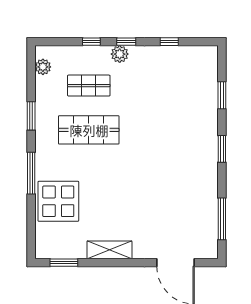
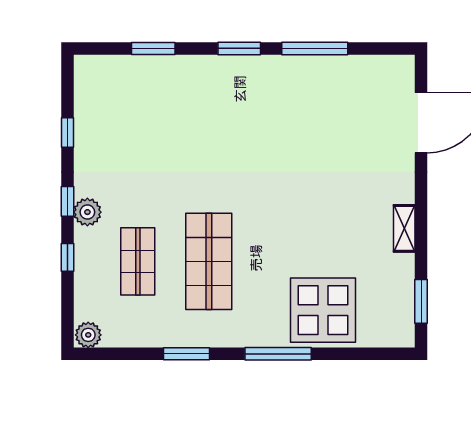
plant: (43, 67) -> (88, 335), moved
window: (222, 219) -> (315, 48), moved
shelving: (109, 250) -> (404, 228), width x0.67, depth x0.75

